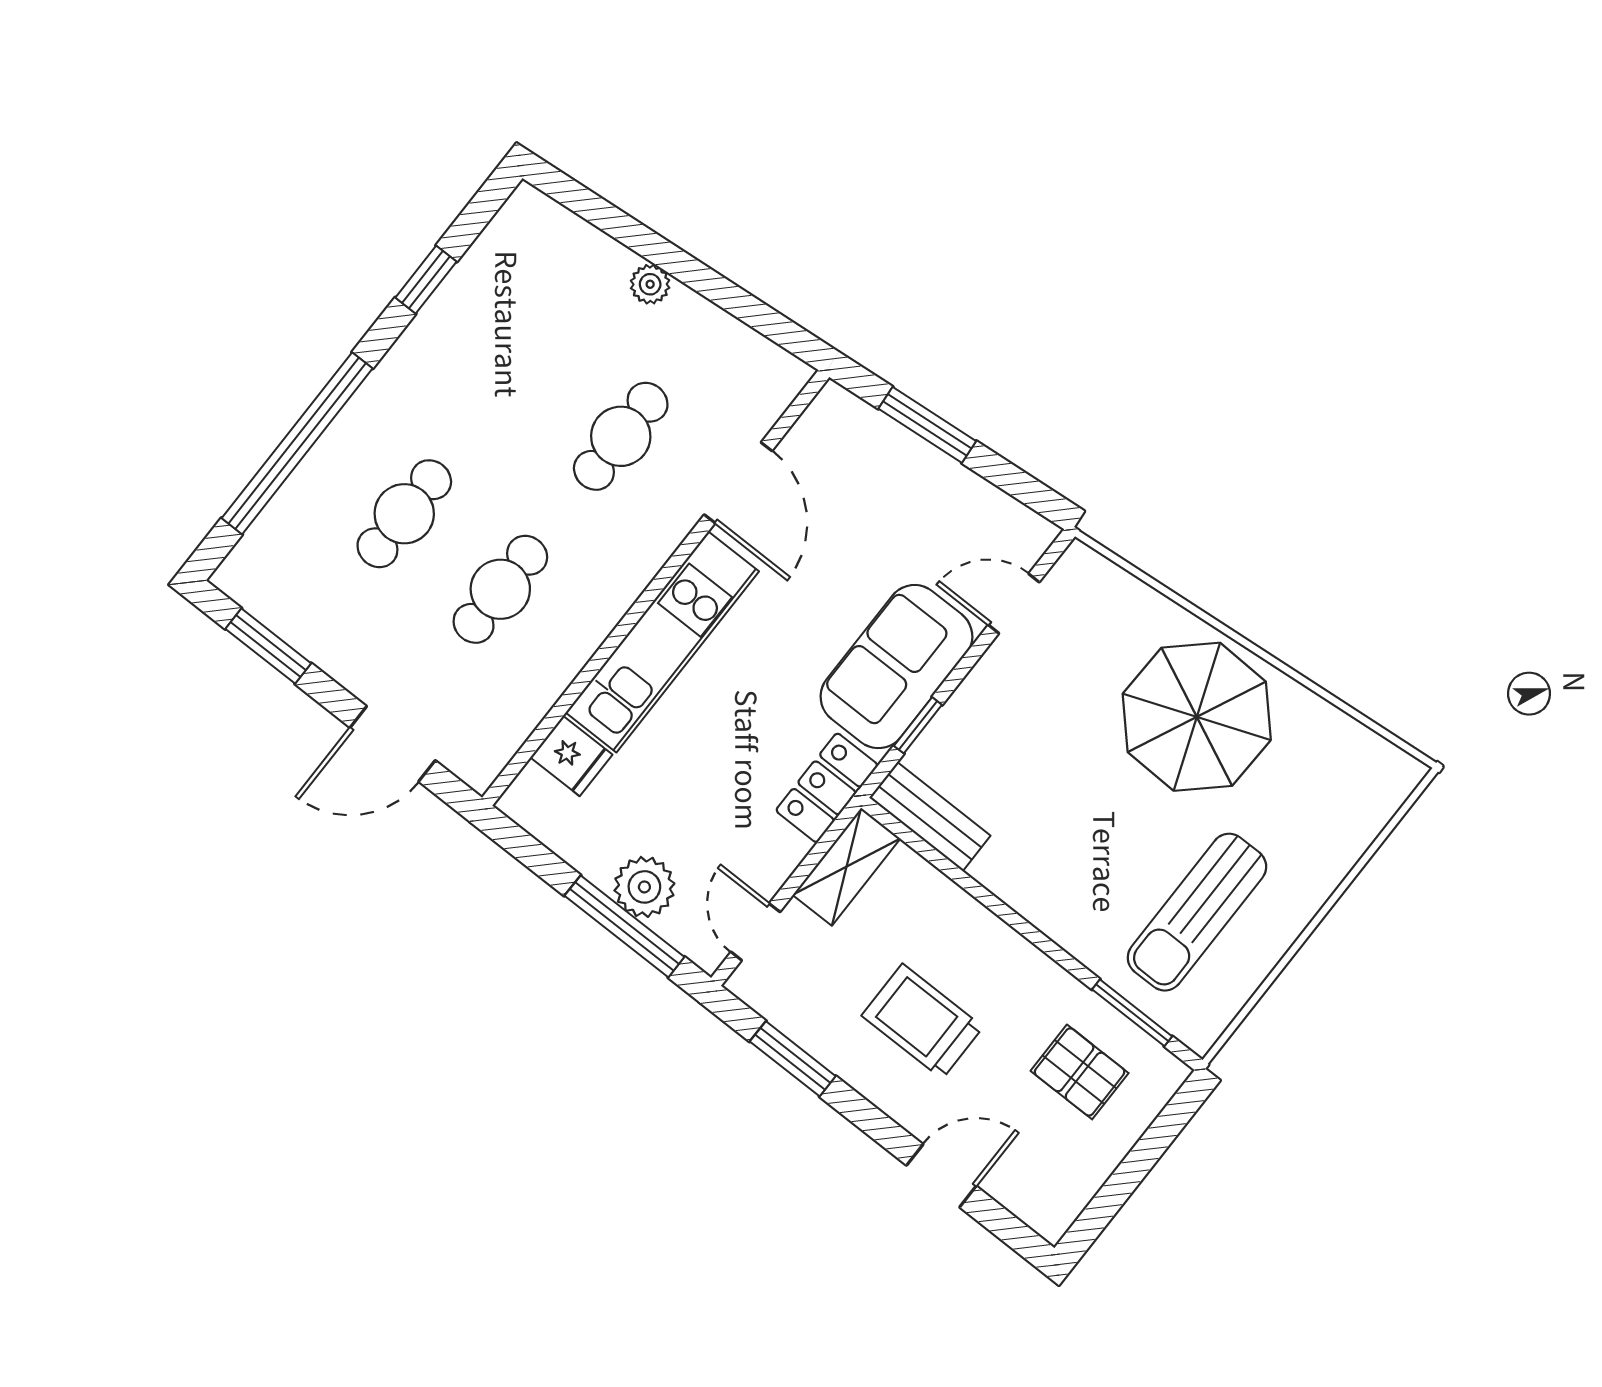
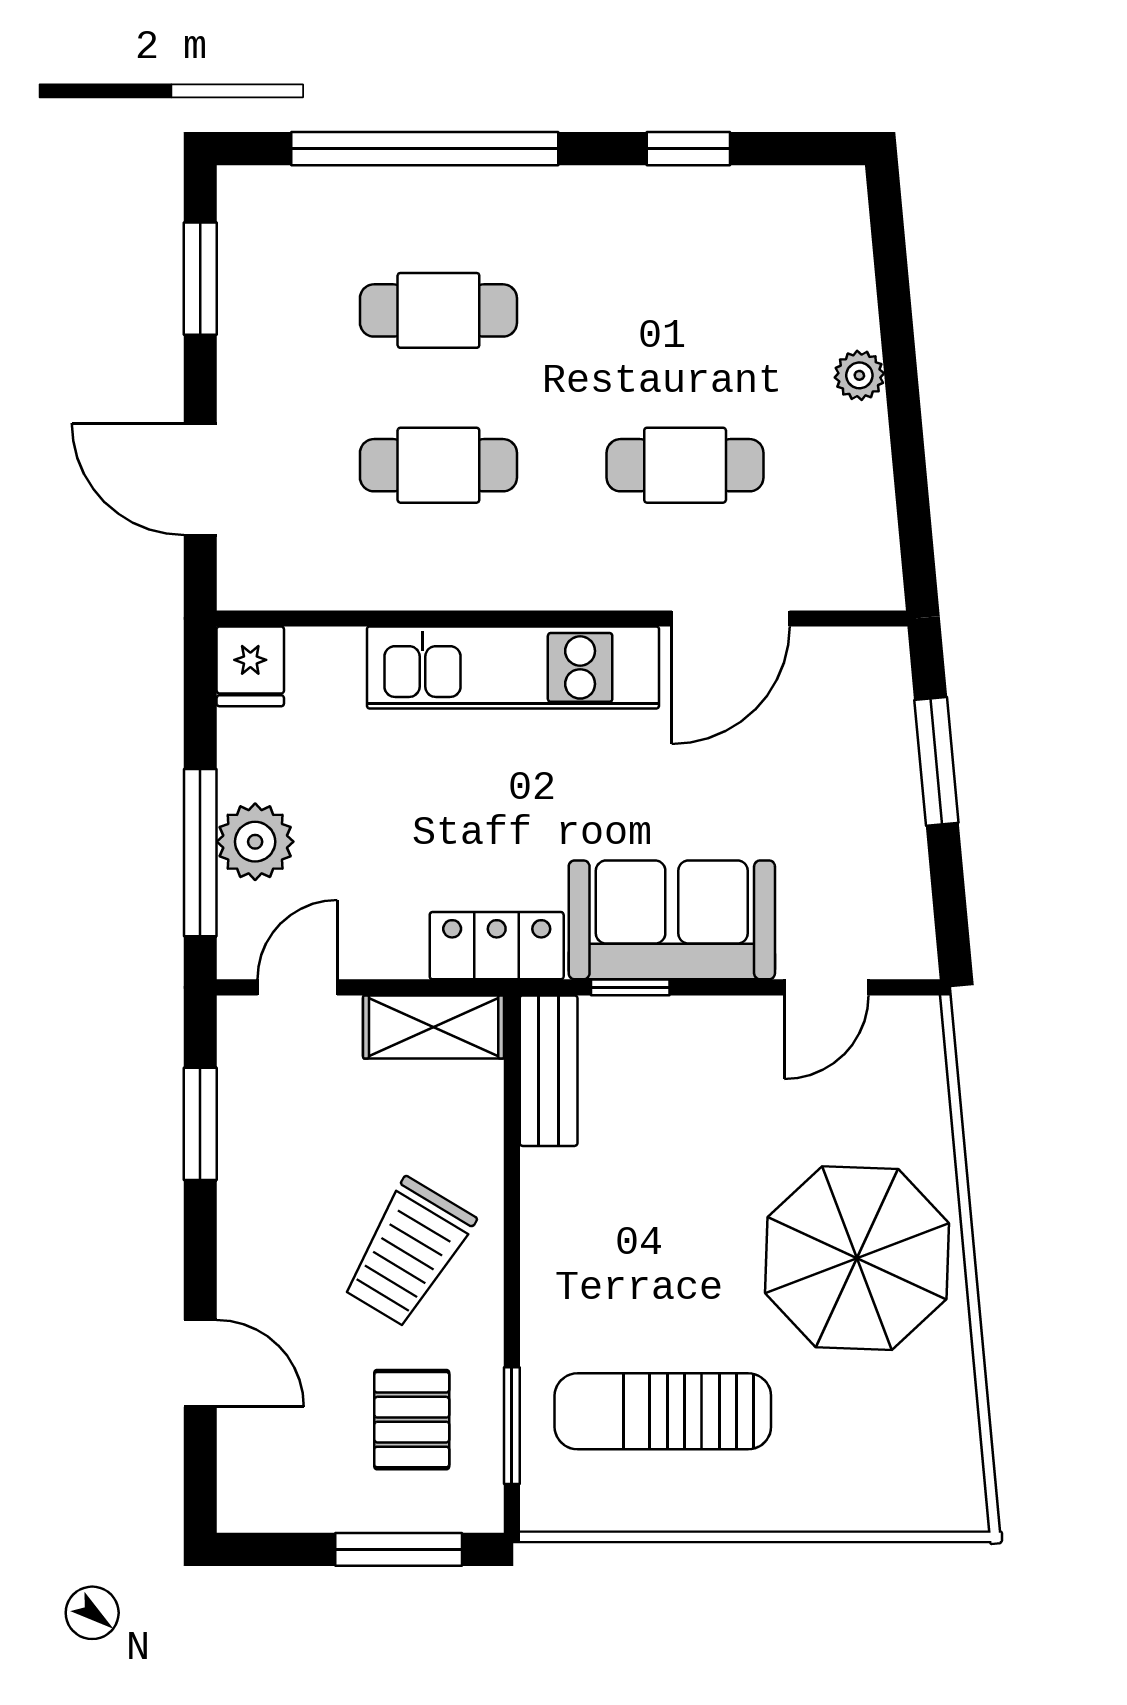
door: (1014, 604) -> (826, 987), swing flipped
fridge: (571, 756) -> (250, 666), moved
trolley: (922, 1021) -> (408, 1253), moved, turned -149
window: (1154, 1143) -> (399, 1549), added

